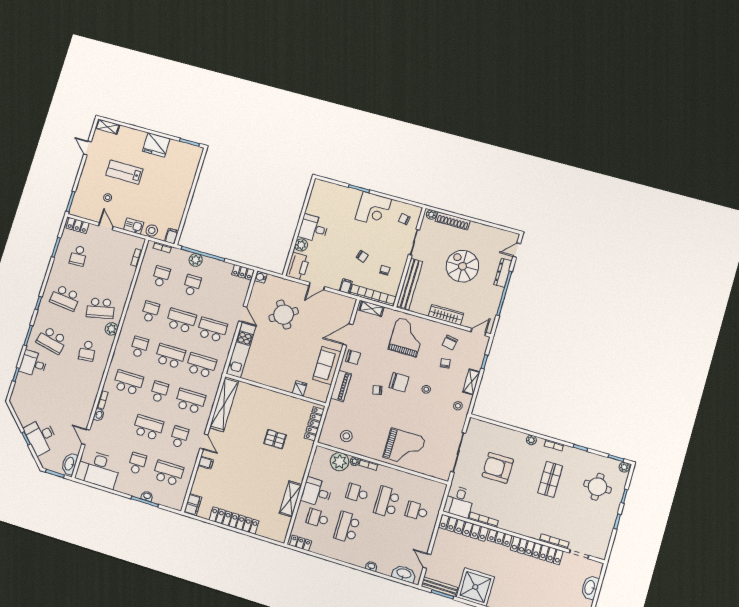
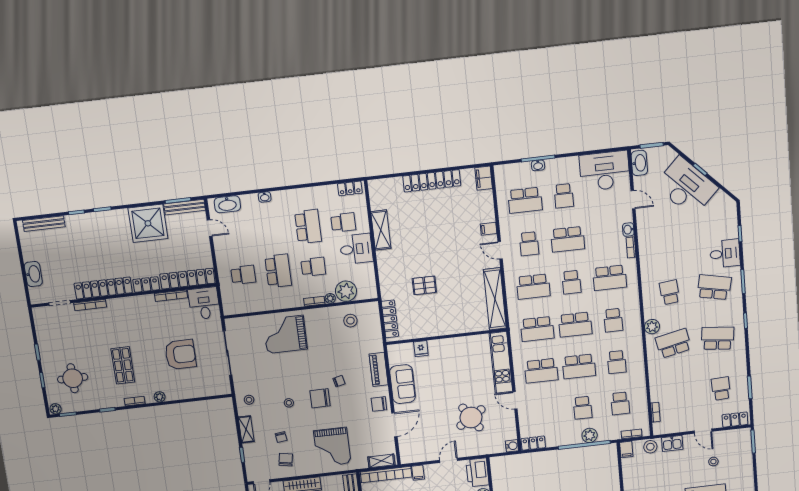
desk: (41, 437) -> (686, 187), width x1.36, depth x1.30

